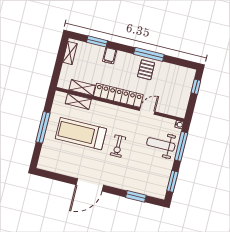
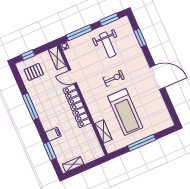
pallet: (146, 70) -> (34, 72), moved
shelving: (82, 88) -> (57, 58), moved
weight bench: (161, 144) -> (108, 45), moved

